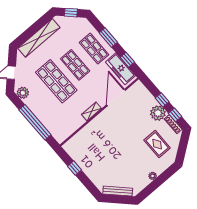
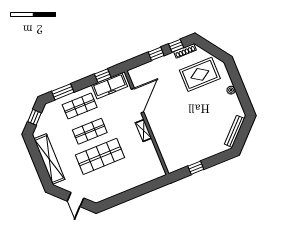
window: (108, 38) -> (63, 92), moved
plant: (23, 93) -> (100, 195), removed
door: (116, 98) -> (138, 101), swing flipped
plant: (158, 113) -> (168, 63), removed
window: (35, 122) -> (135, 193), removed
rug: (157, 144) -> (200, 74), width x1.36, depth x1.43

